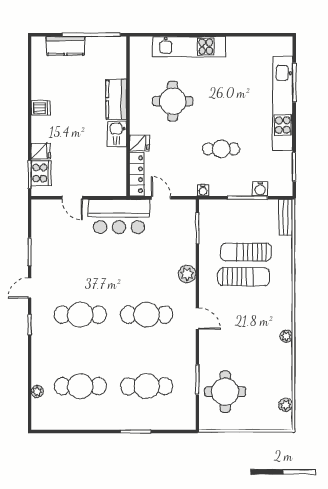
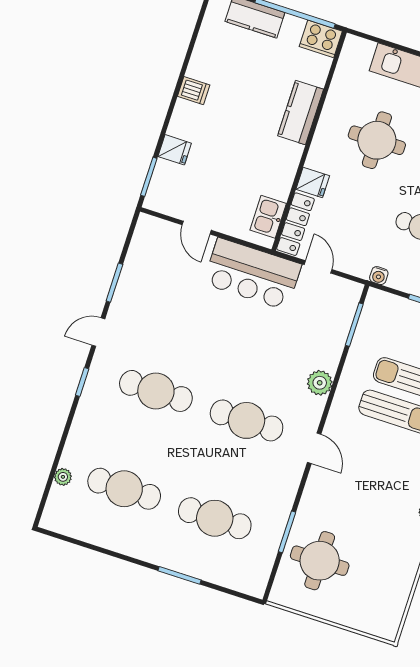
kitchen sink: (117, 134) -> (268, 217), moved
cooker: (41, 173) -> (321, 39), moved, turned 90
plant: (286, 405) -> (397, 605), removed

